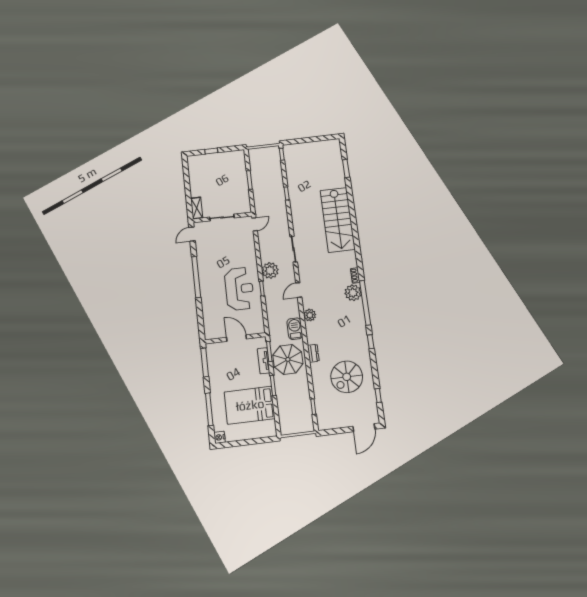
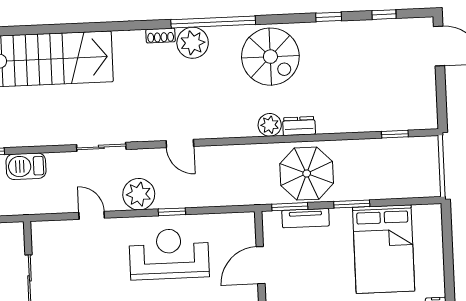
door: (255, 224) -> (92, 215), moved
plant: (310, 315) -> (270, 125), moved
barbecue: (295, 329) -> (26, 166), moved
window: (371, 342) -> (329, 17), moved
spiral stairs: (347, 377) -> (270, 57), moved

